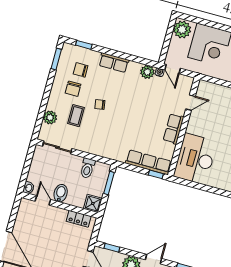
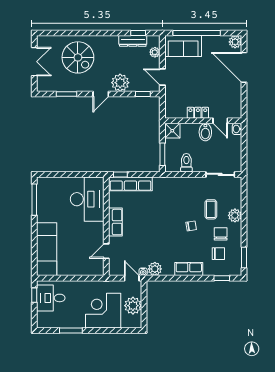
plant: (182, 29) -> (133, 306), moved
plant: (50, 117) -> (235, 215), moved
locker: (79, 219) -> (198, 113), moved

